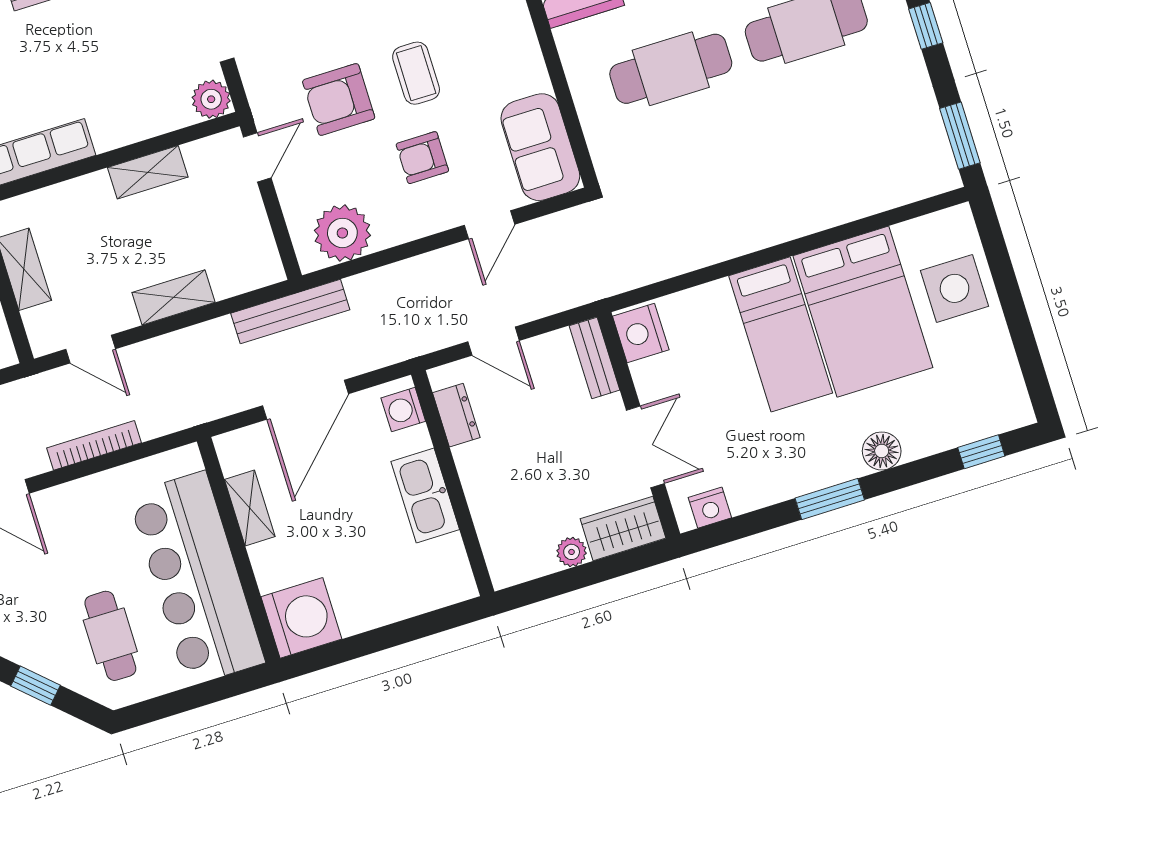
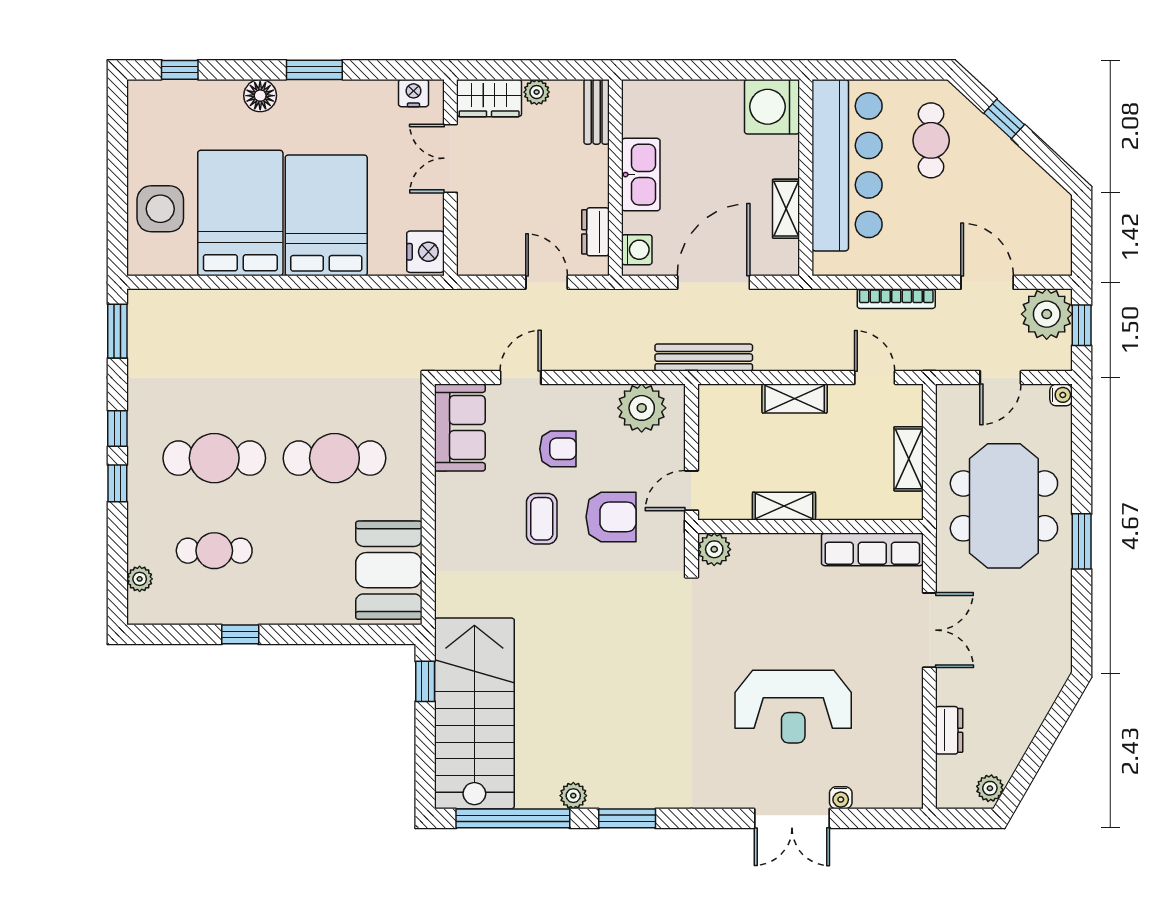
bed: (781, 334) -> (326, 215), width x1.50
bench: (594, 358) -> (597, 112), moved

